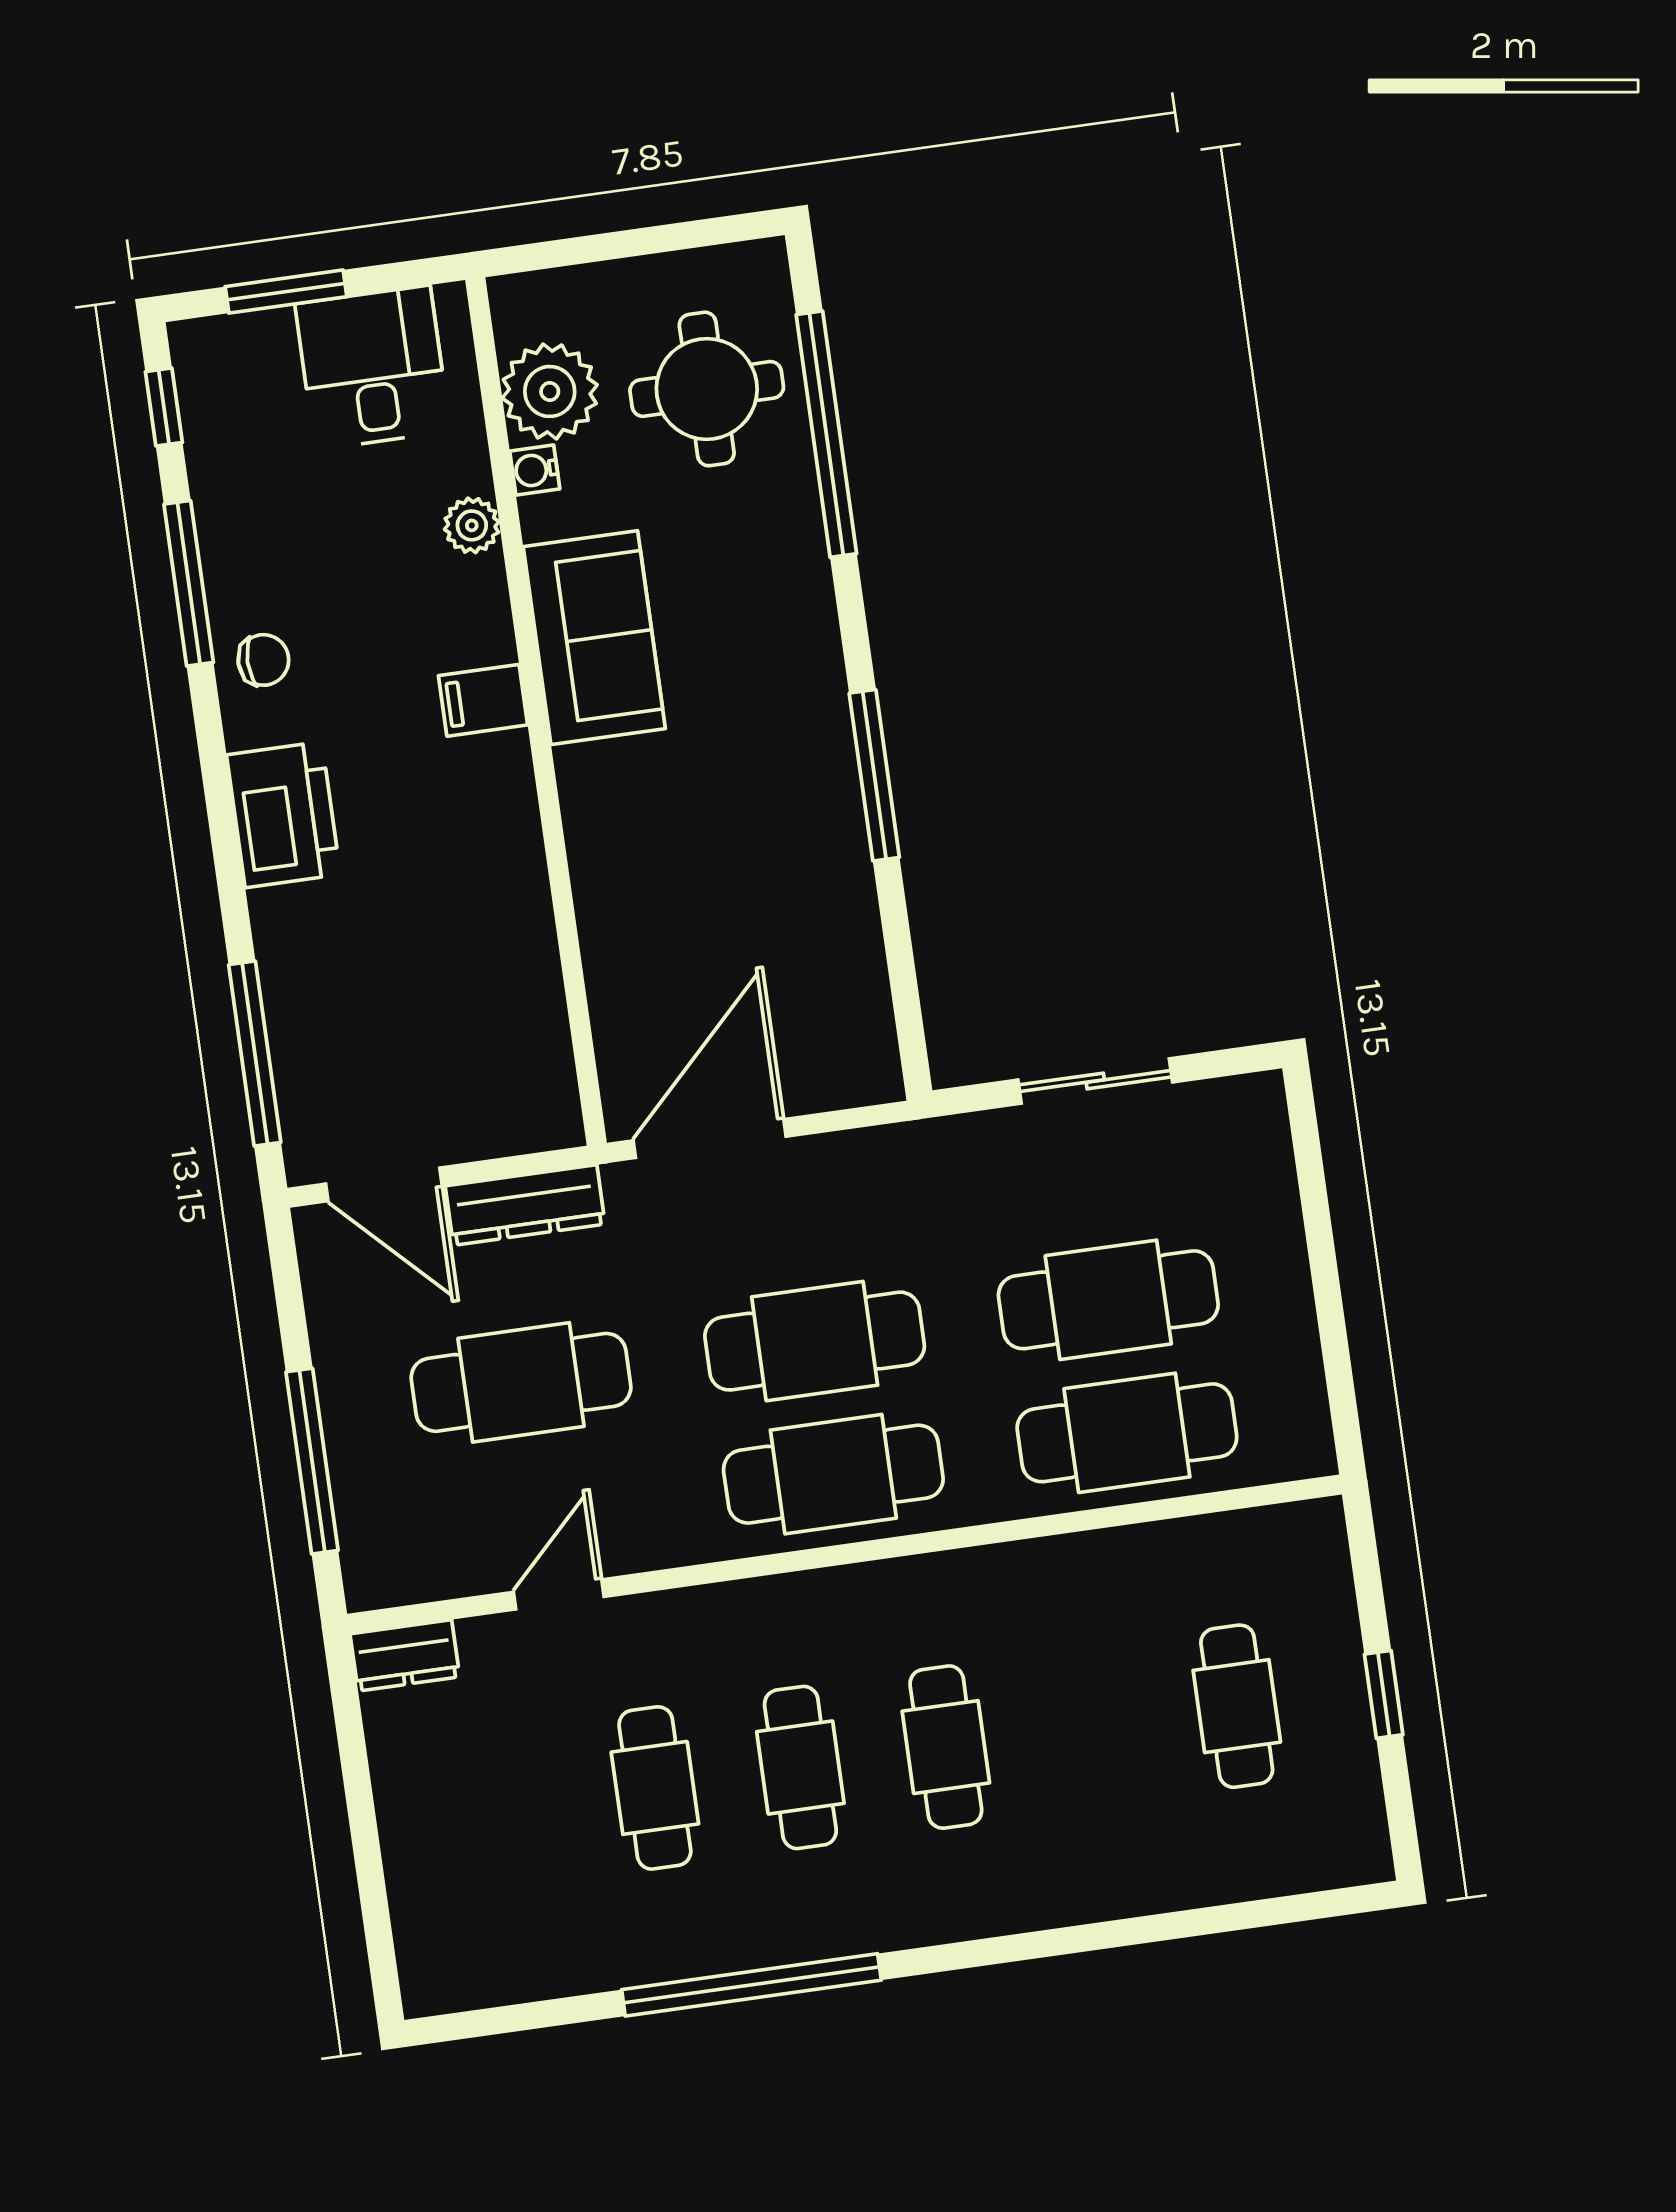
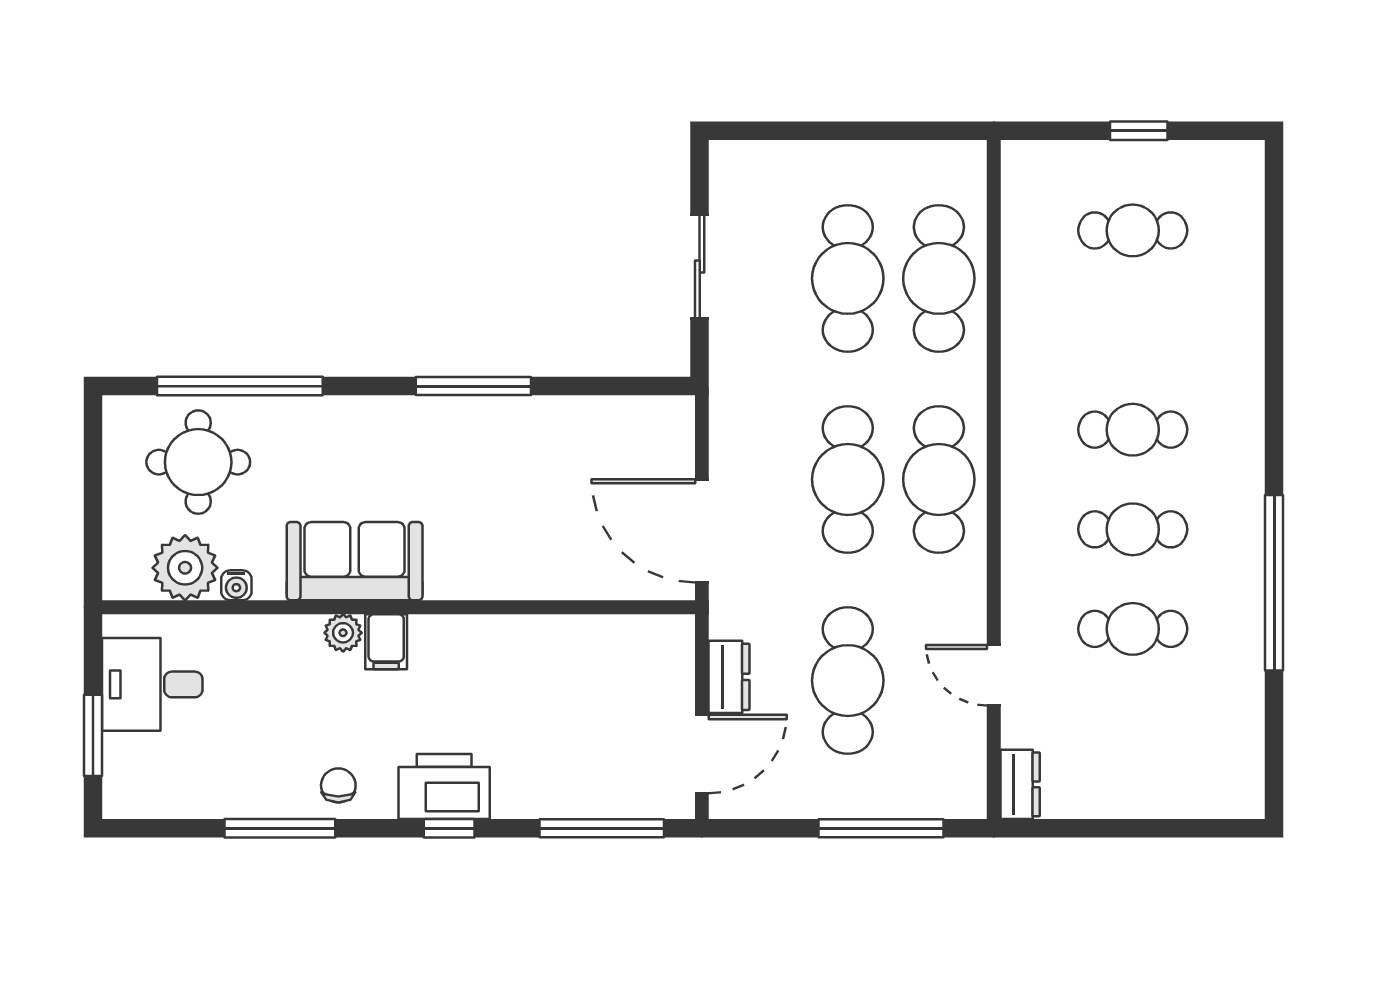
window: (164, 407) -> (449, 828), moved
plant: (472, 525) -> (343, 633), moved
dresser: (525, 1205) -> (729, 677), width x0.70

